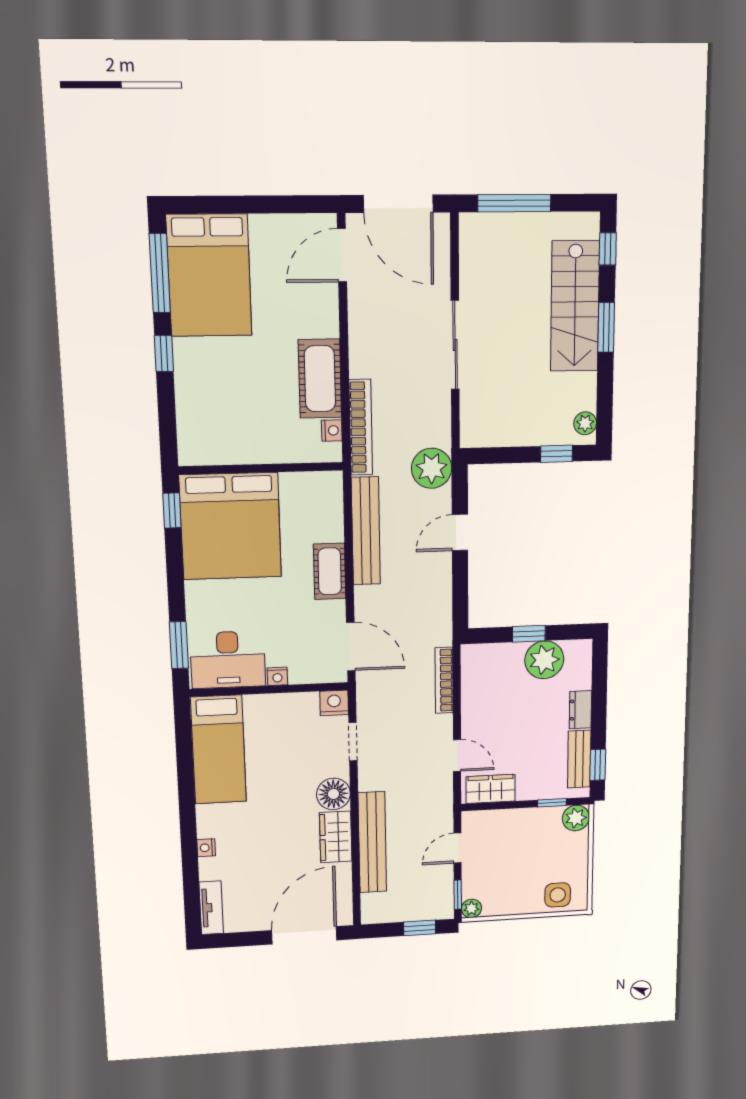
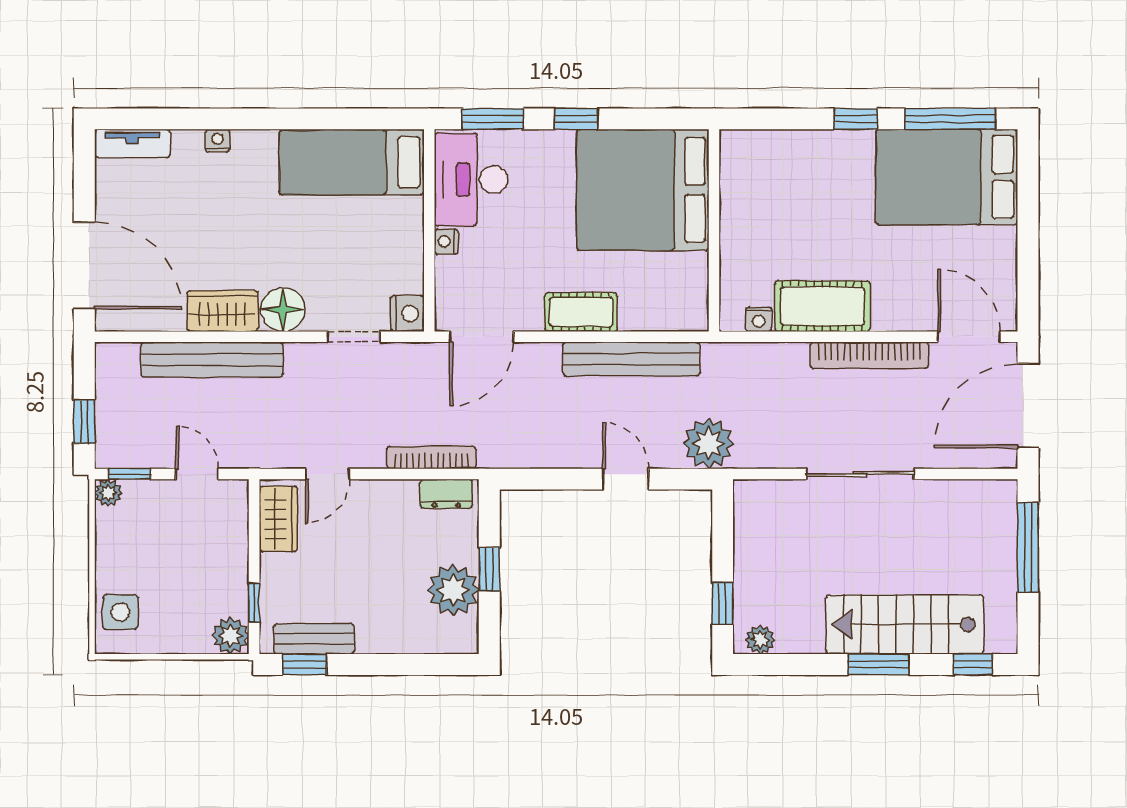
bookcase: (361, 427) -> (869, 355), moved
window: (172, 511) -> (576, 119), moved
dresser: (580, 710) -> (446, 494), moved, turned 180

